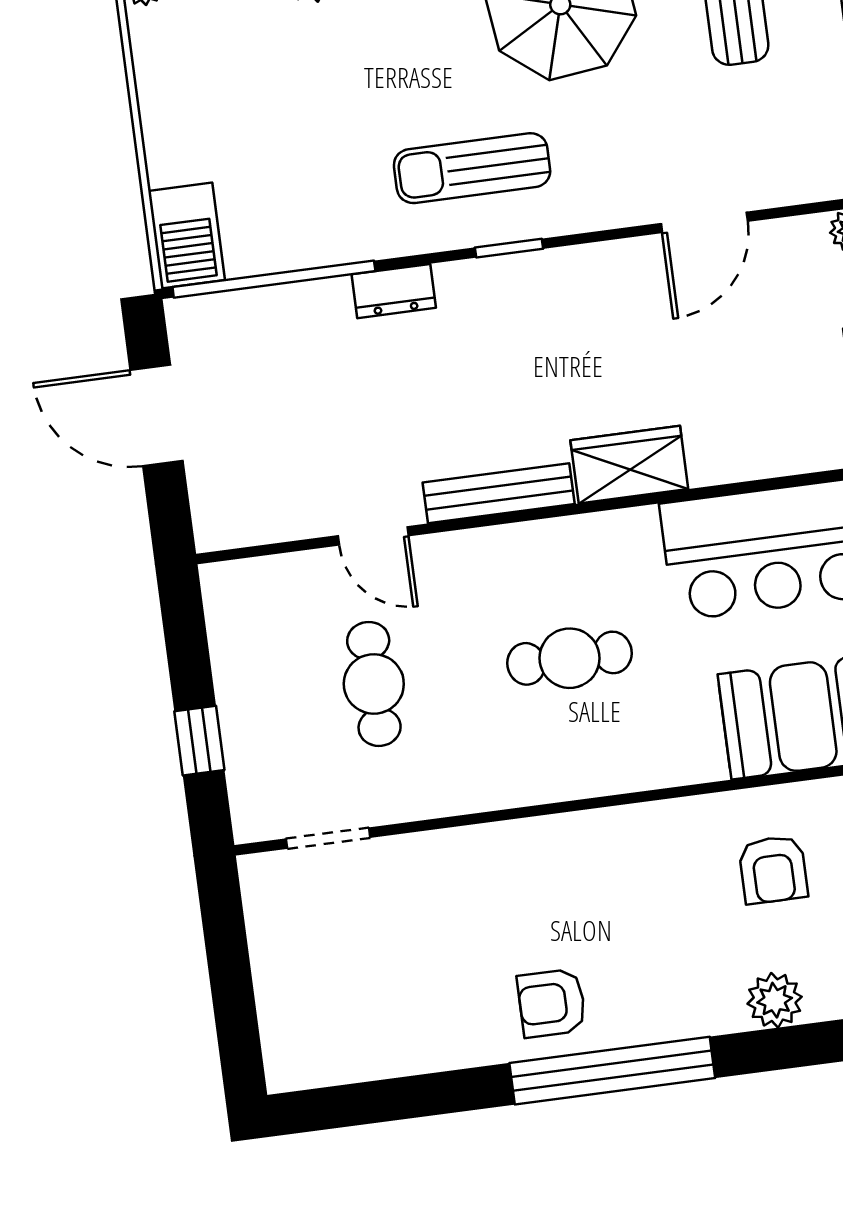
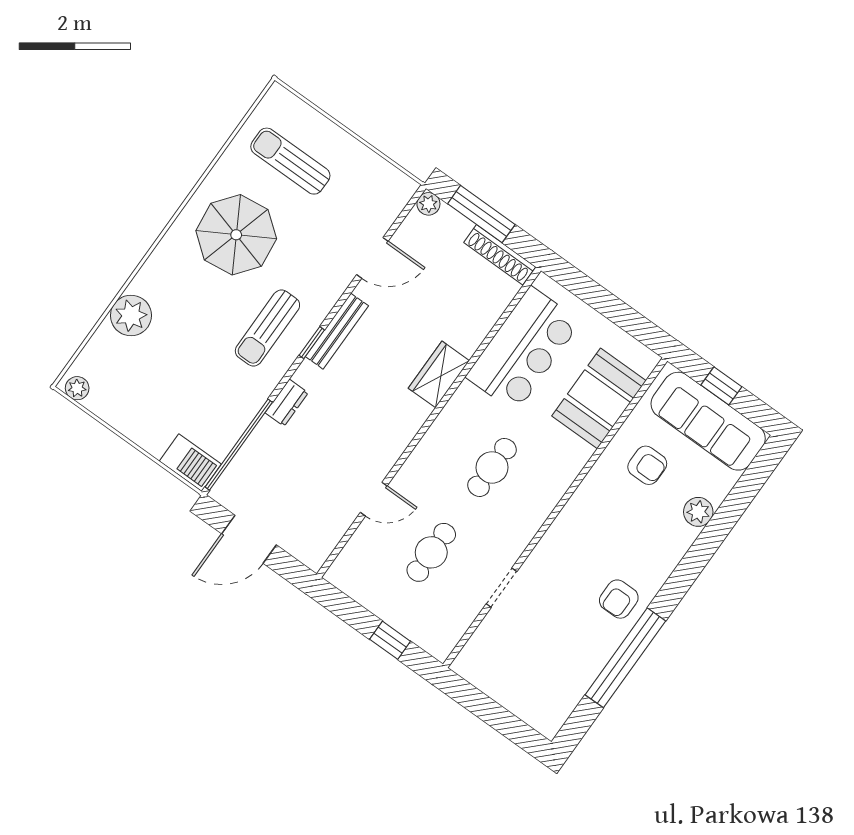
door: (704, 222) -> (372, 258), hinge flipped
bench: (499, 493) -> (337, 331), moved
cafe table: (374, 684) -> (431, 552), turned 90
doorway: (328, 838) -> (501, 588), moved
window: (612, 1071) -> (625, 658), moved

